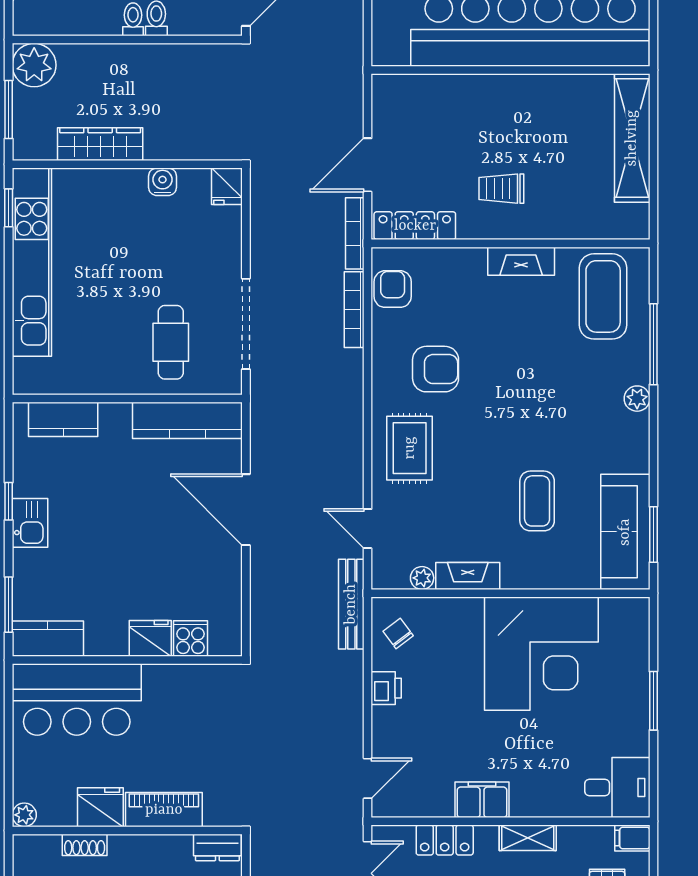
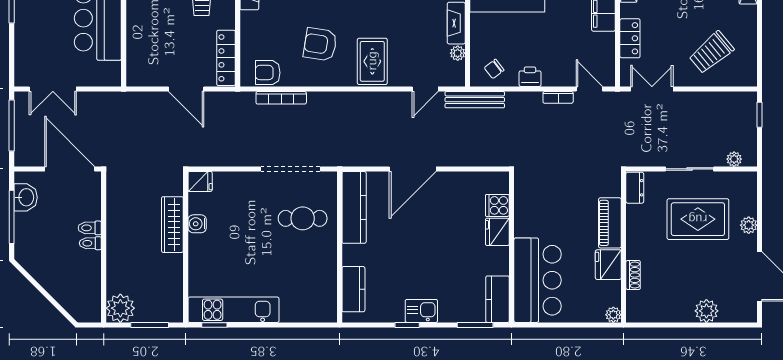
wardrobe: (100, 144) -> (172, 225), moved
bookcase: (355, 233) -> (558, 97), moved, width x0.64
kitchen unit: (32, 262) -> (233, 310), width x0.73
armchair: (436, 369) -> (320, 44), turned -81
rug: (410, 448) -> (372, 61), turned 90

